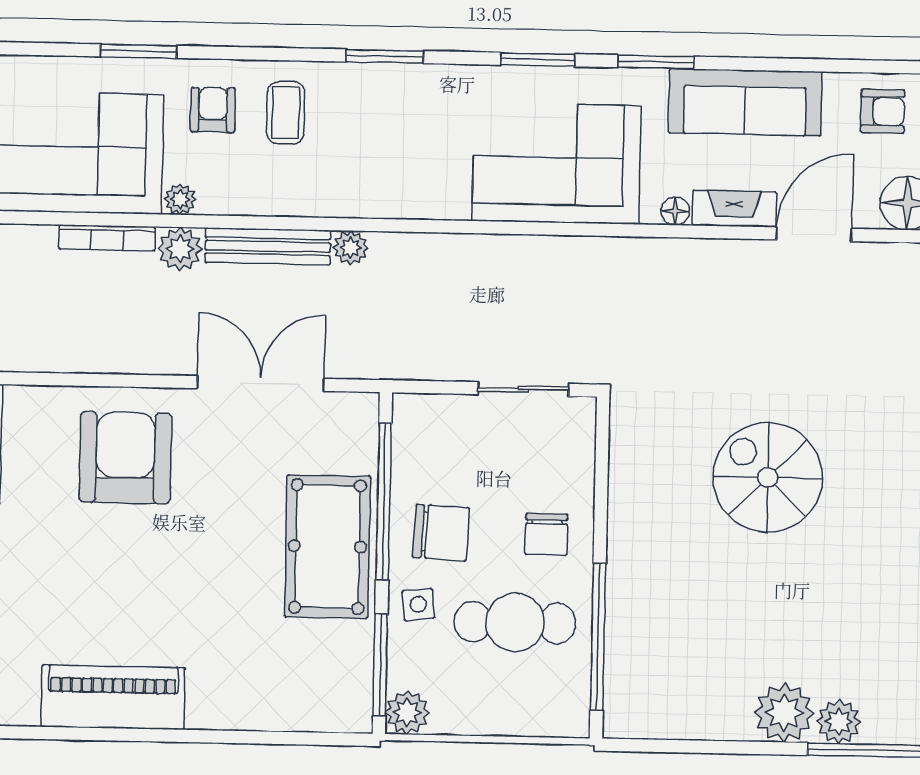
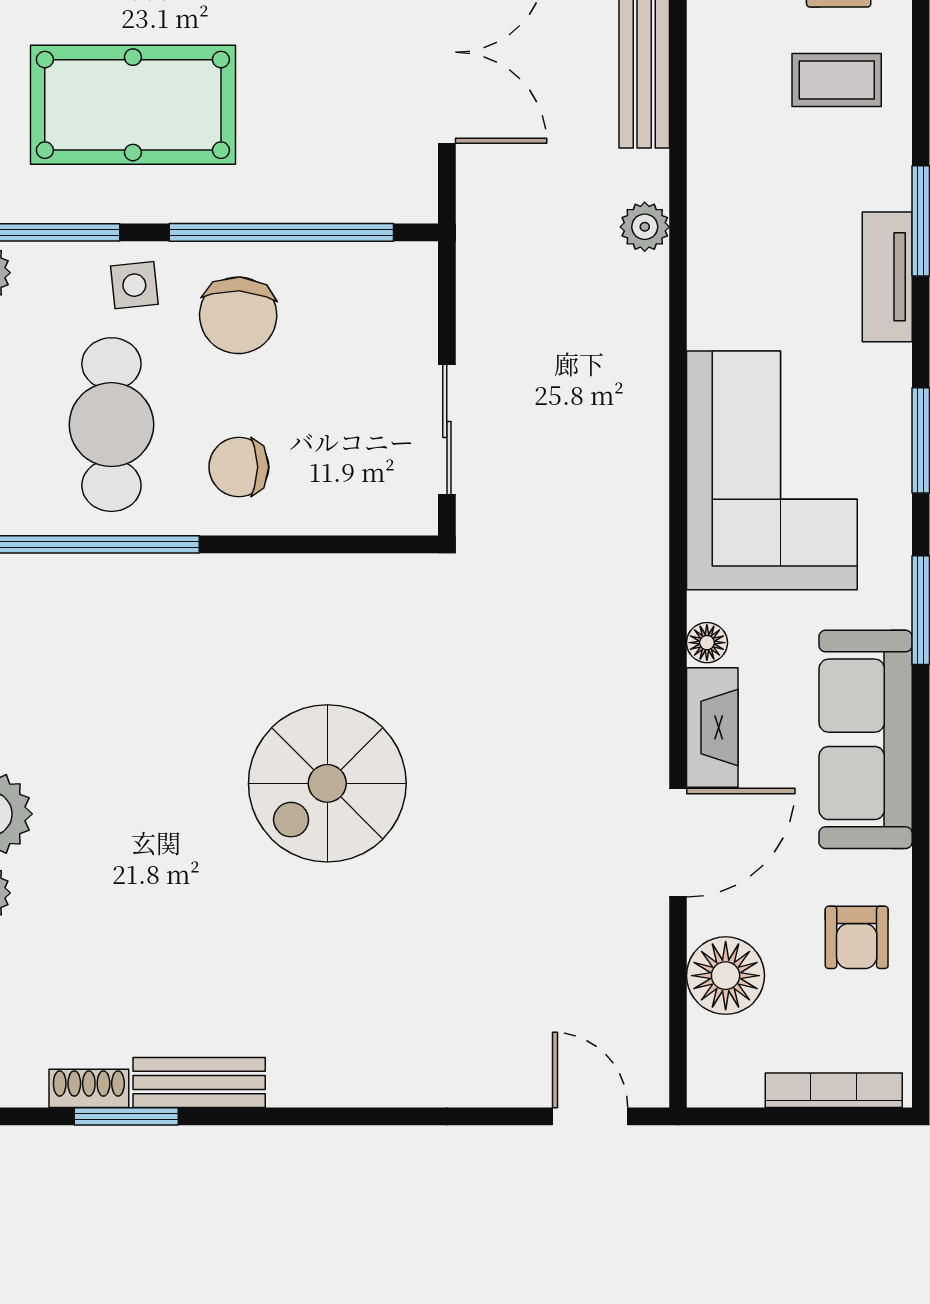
tv unit: (423, 80) -> (887, 277), added
door: (814, 234) -> (678, 843), hinge flipped
plant: (351, 248) -> (645, 227), moved
spiral stairs: (768, 477) -> (327, 783), turned 180
pool table: (328, 546) -> (133, 105), moved

